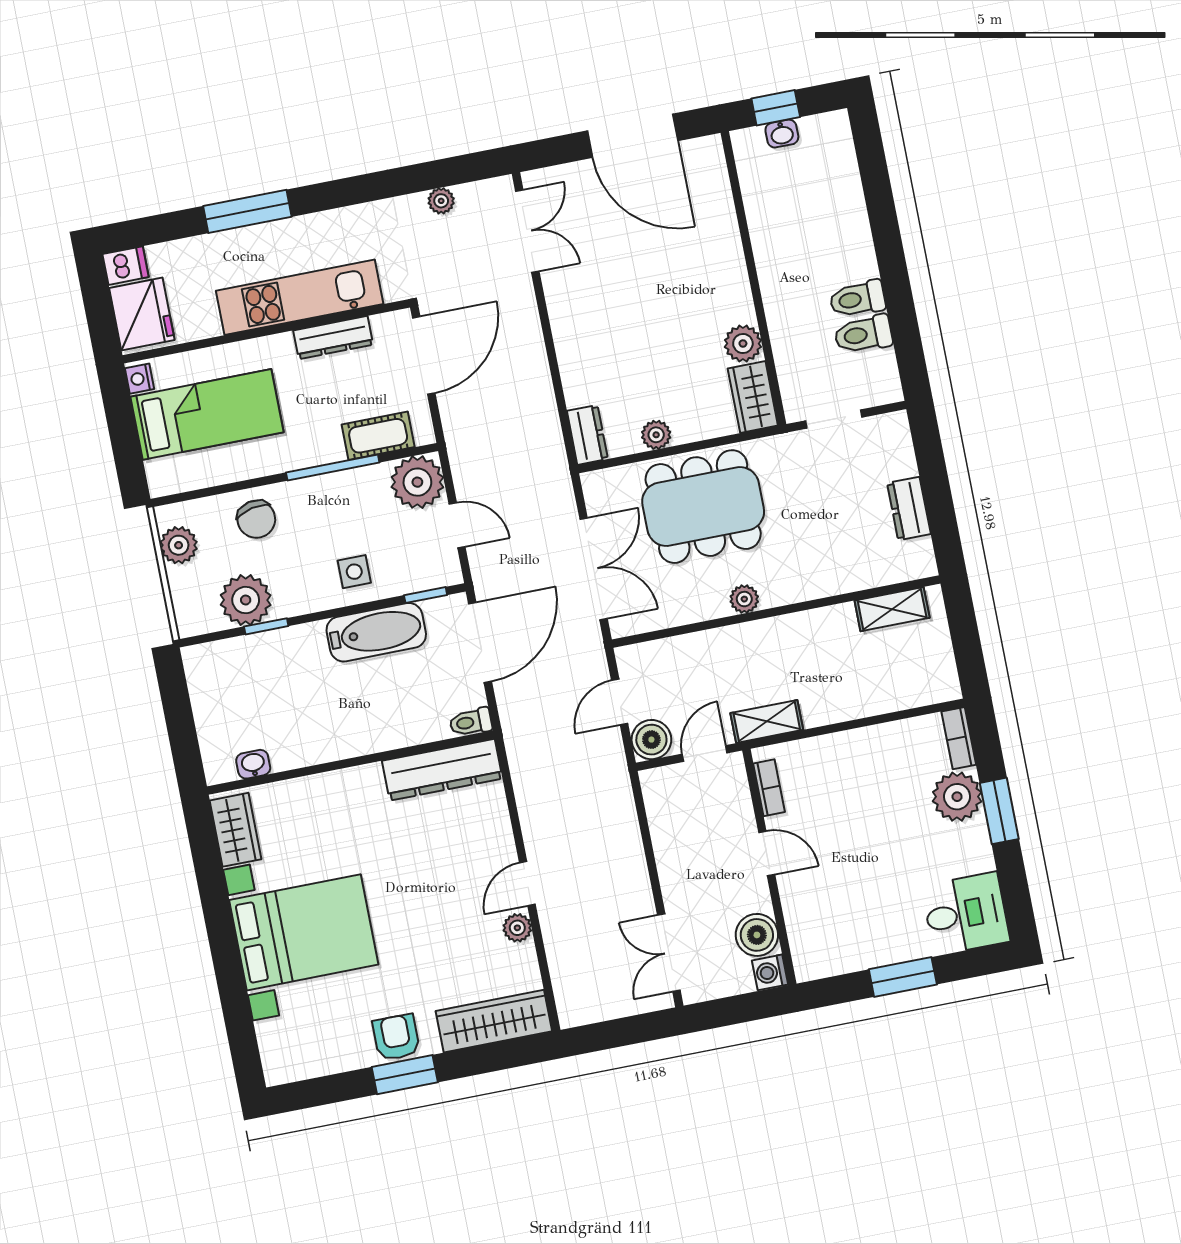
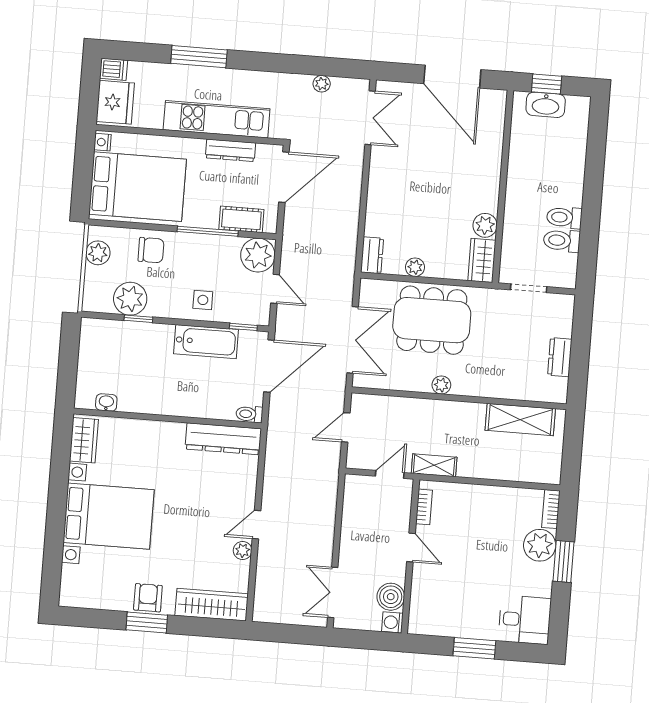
washbasin: (782, 134) -> (546, 105), width x1.91, depth x1.45
bed: (207, 414) -> (138, 187), width x1.50
chair: (256, 519) -> (151, 250), turned -78
shelving: (892, 609) -> (520, 420), width x1.50, depth x1.33
boiler: (651, 740) -> (359, 456), removed

